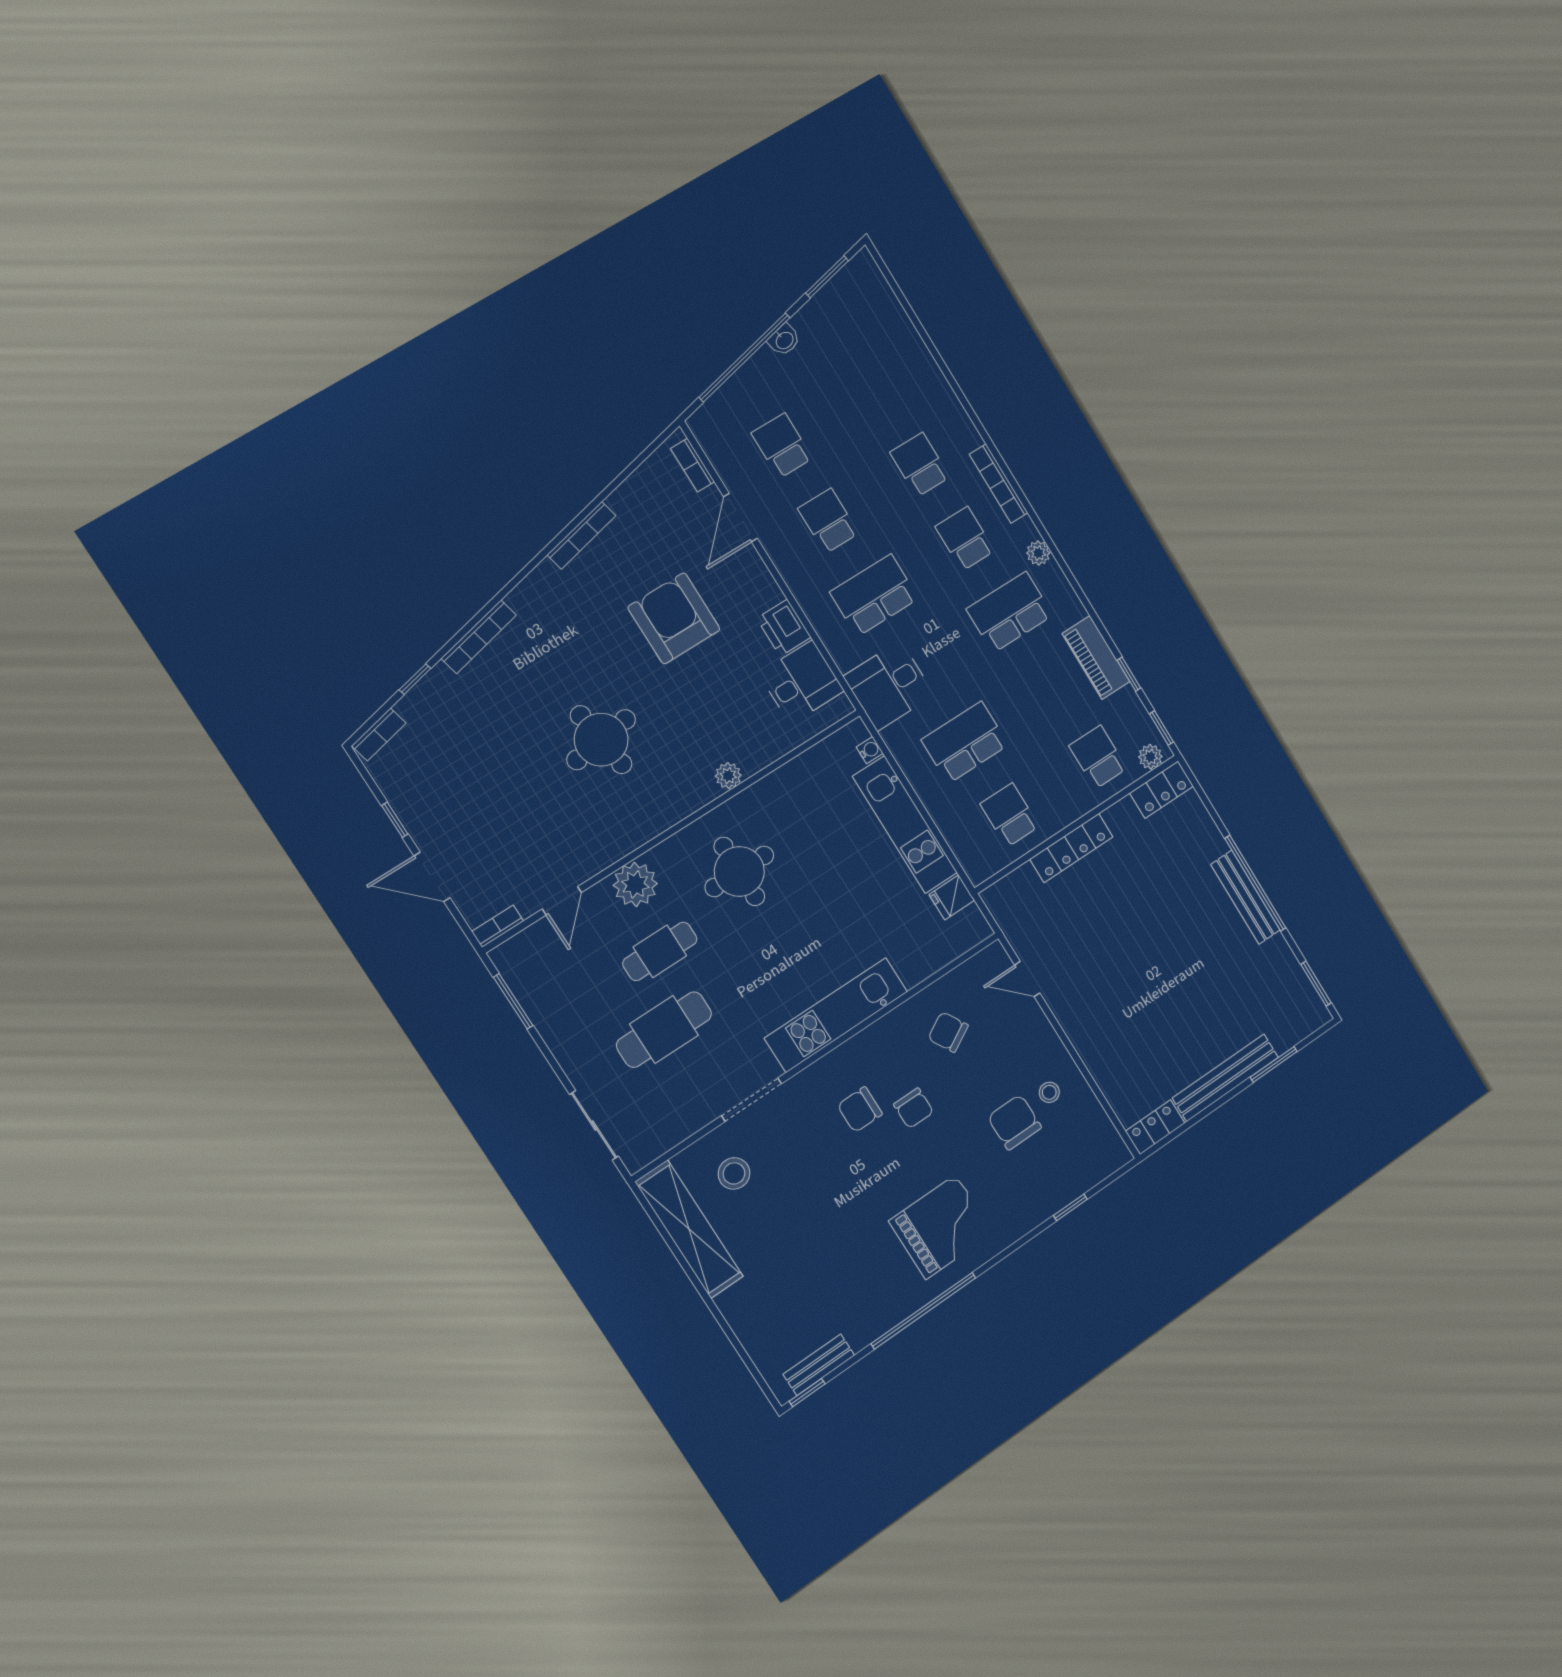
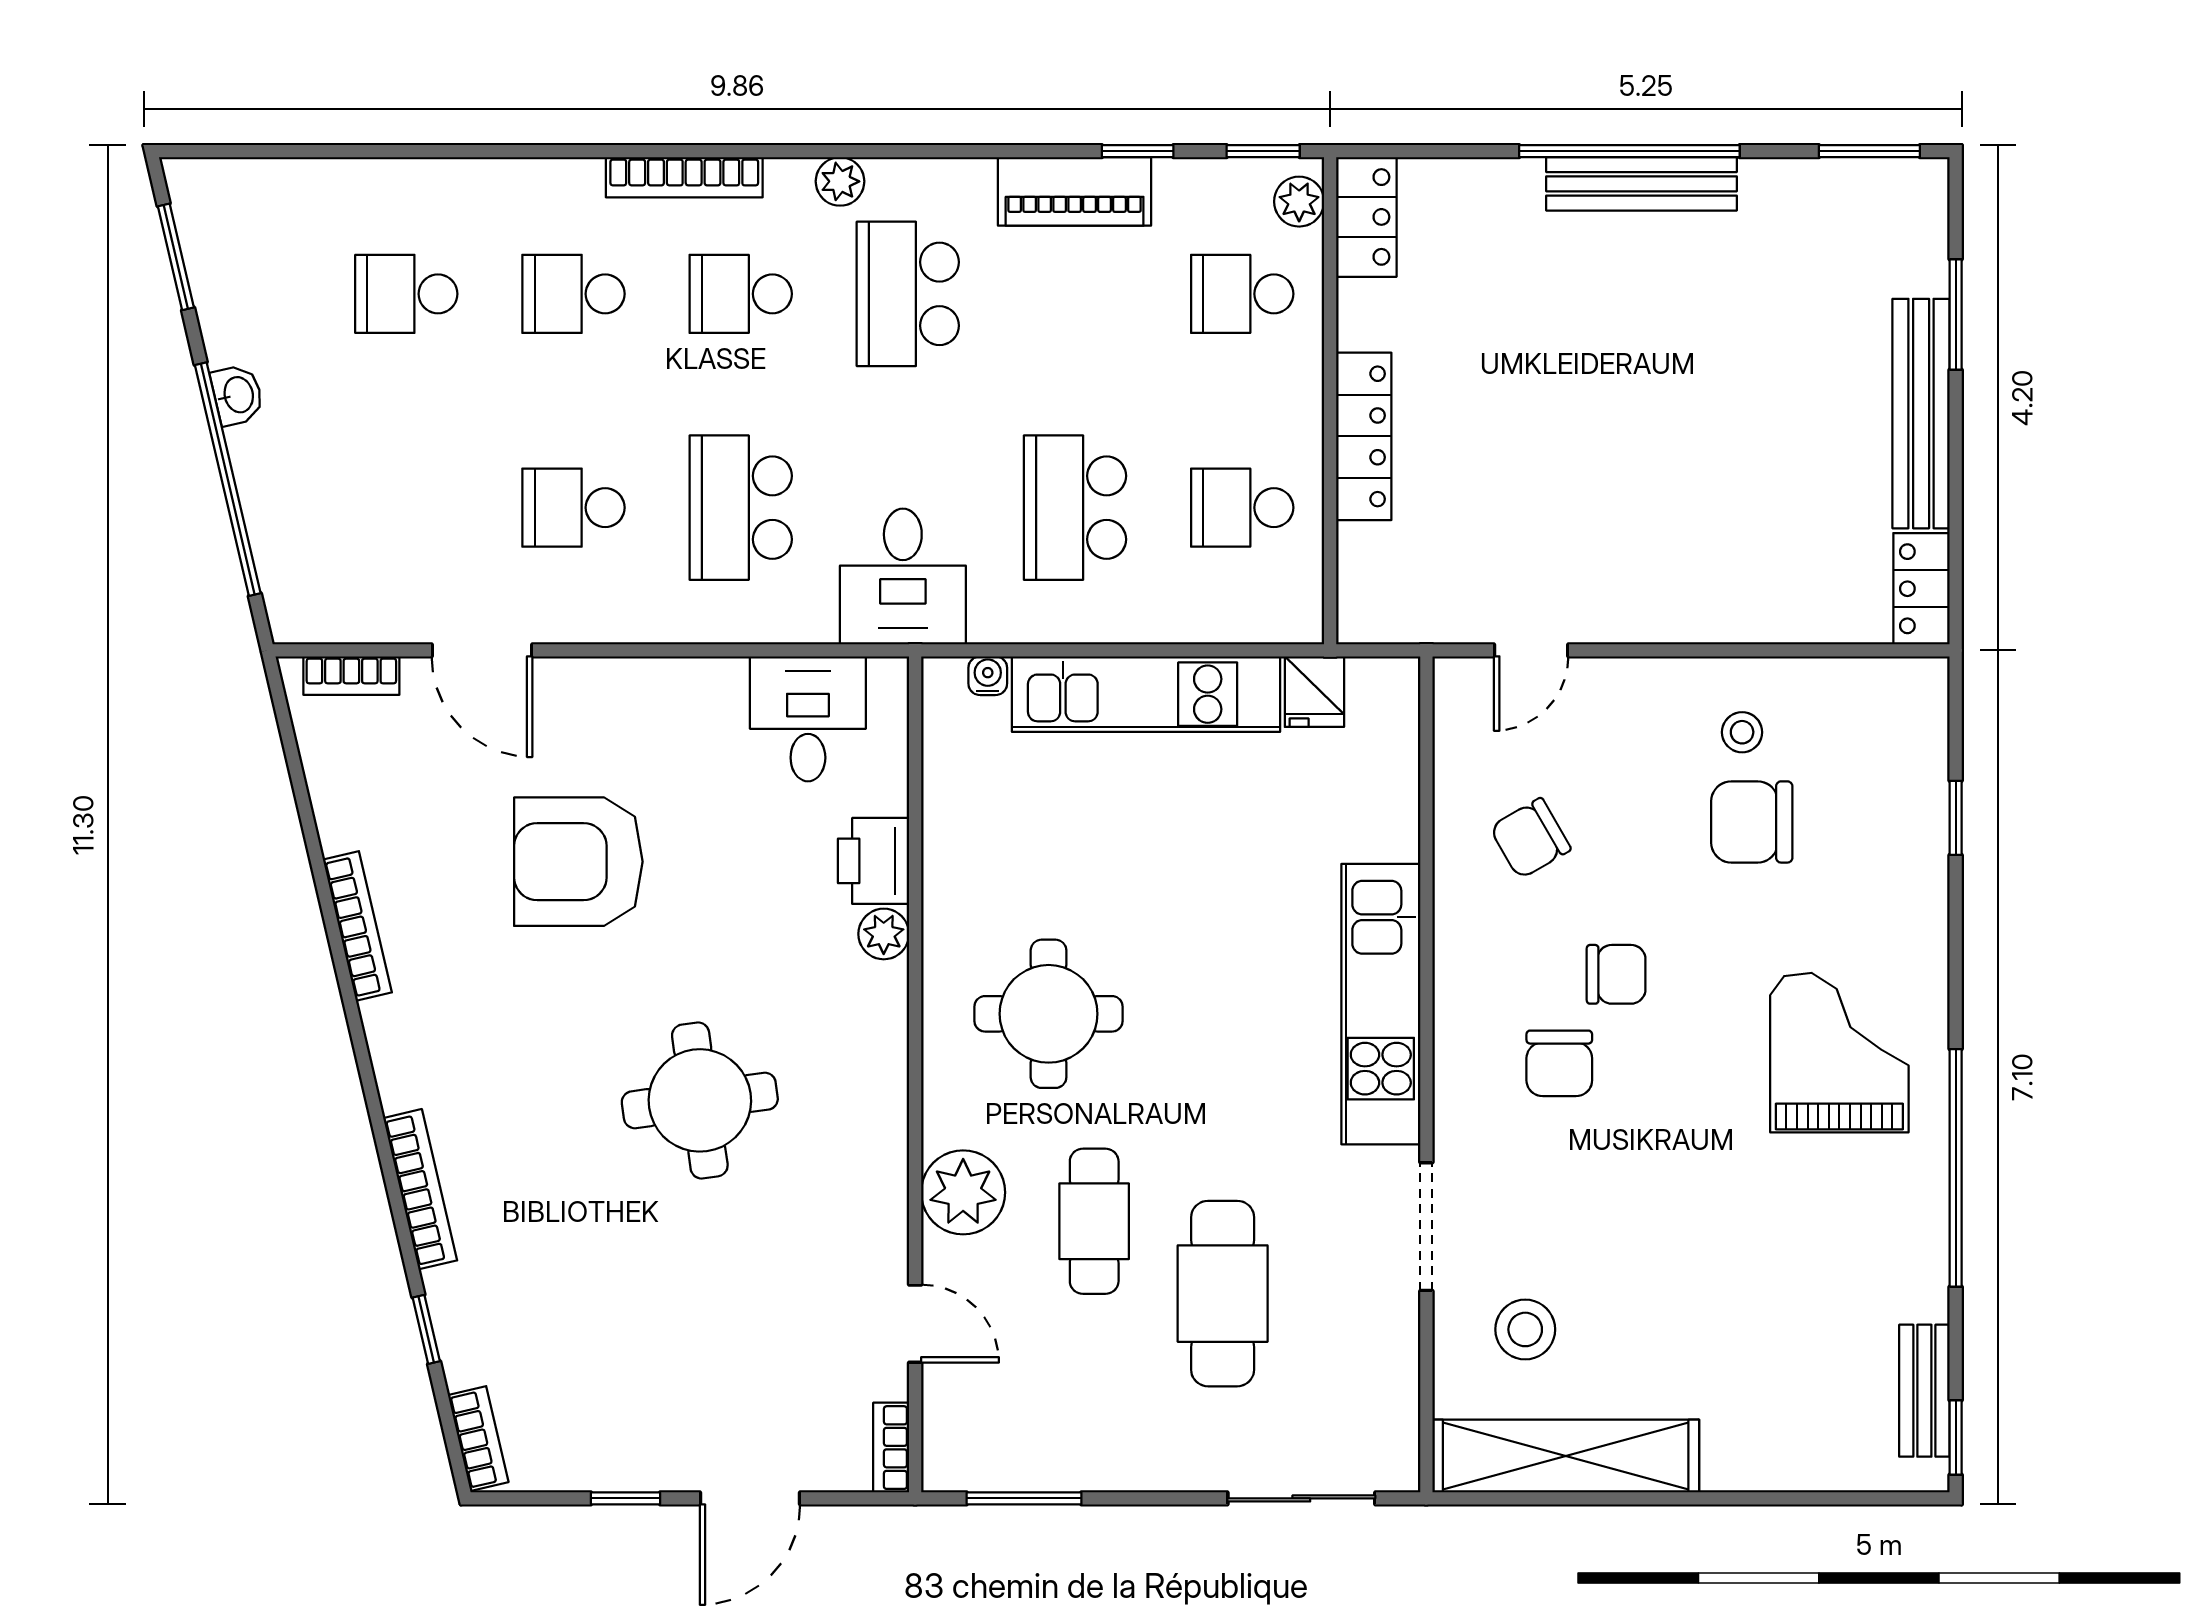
school desk: (782, 446) -> (406, 294), moved
printer: (784, 628) -> (874, 861), moved, turned 90

